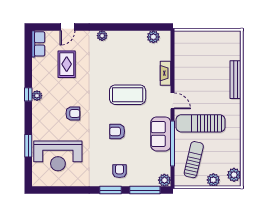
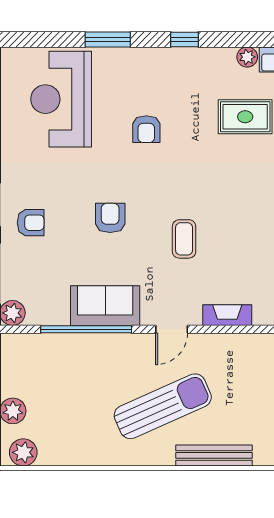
coffee table: (128, 95) -> (184, 239), width x0.54, depth x0.58
plant: (37, 96) -> (247, 57), moved
sun lounger: (200, 123) -> (163, 406), moved, turned 66
window: (28, 146) -> (108, 39), moved
sun lounger: (194, 160) -> (54, 372), removed

